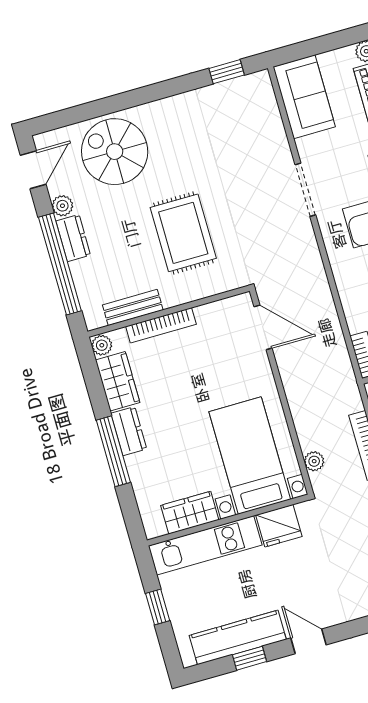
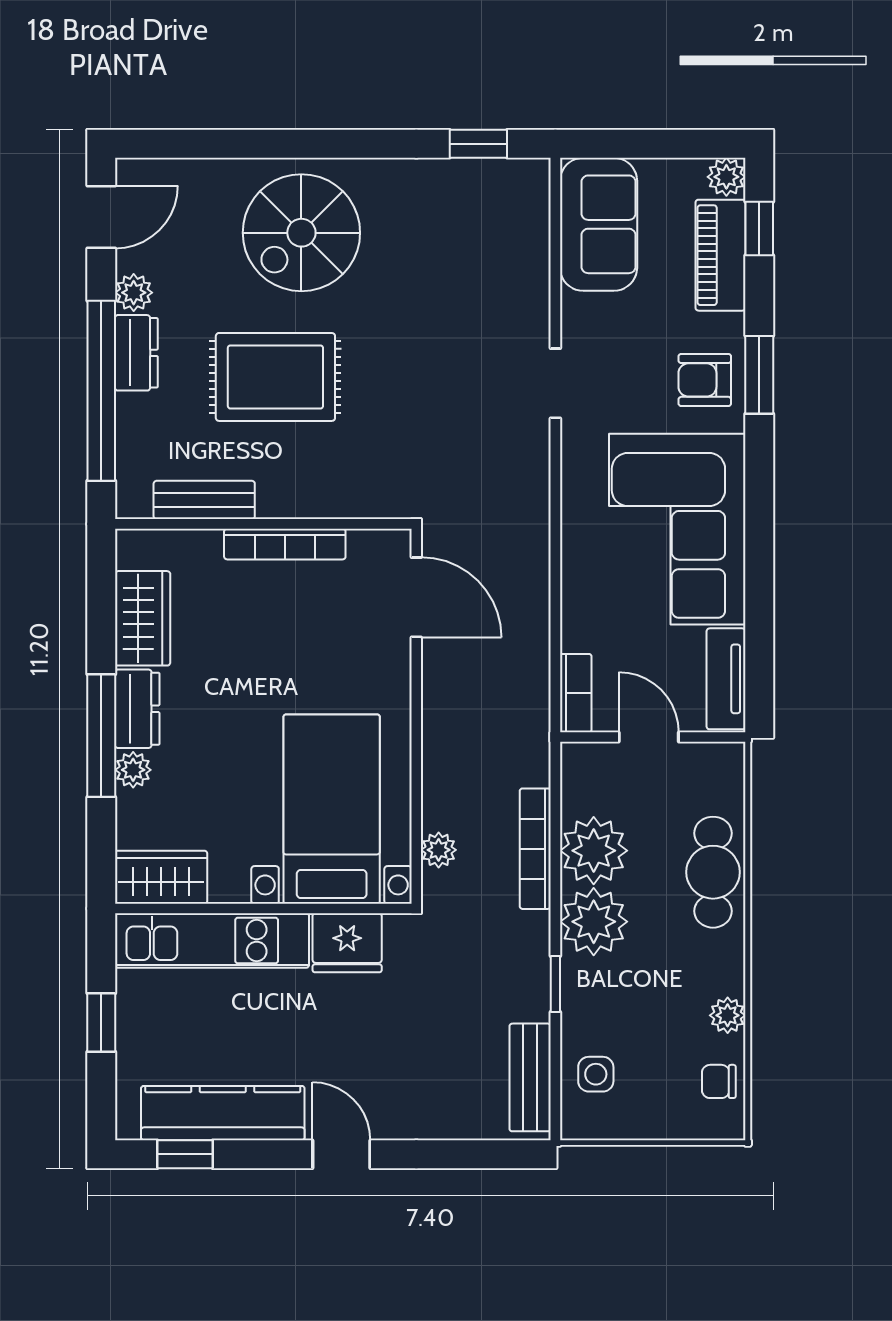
spiral stairs: (115, 152) -> (301, 233), moved, turned -90
doorway: (305, 190) -> (555, 383), width x0.73
rug: (183, 233) -> (275, 377), moved, turned 90
bookcase: (161, 325) -> (285, 544), moved
plant: (102, 345) -> (133, 770), moved
wardrobe: (190, 513) -> (161, 877), moved
window: (250, 658) -> (185, 1154), moved

